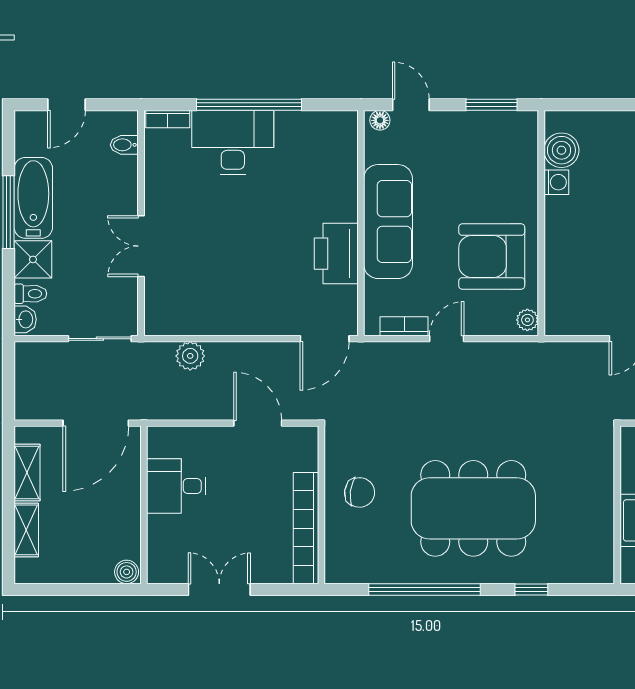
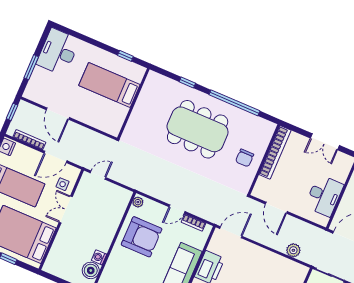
desk: (176, 486) -> (324, 196), width x1.37
chair: (360, 492) -> (245, 158), turned -97

